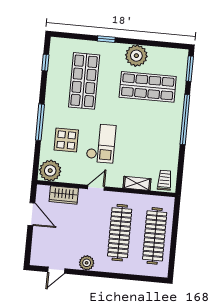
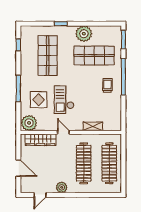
checkout: (101, 143) -> (64, 100), turned 180
trolley: (165, 180) -> (107, 85), moved
door: (96, 188) -> (63, 132), hinge flipped
wardrobe: (64, 195) -> (40, 140), width x1.50
door: (31, 214) -> (18, 168), moved

